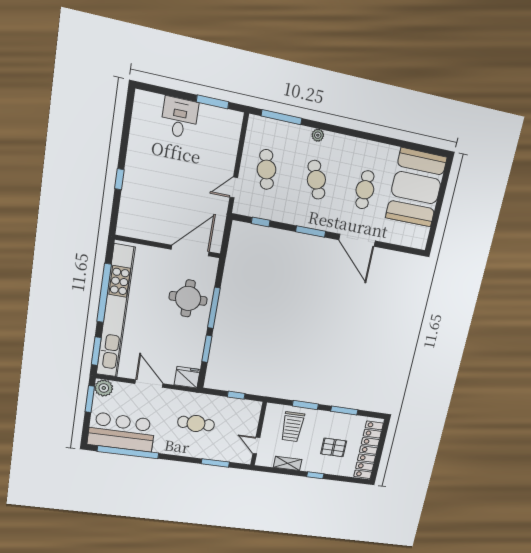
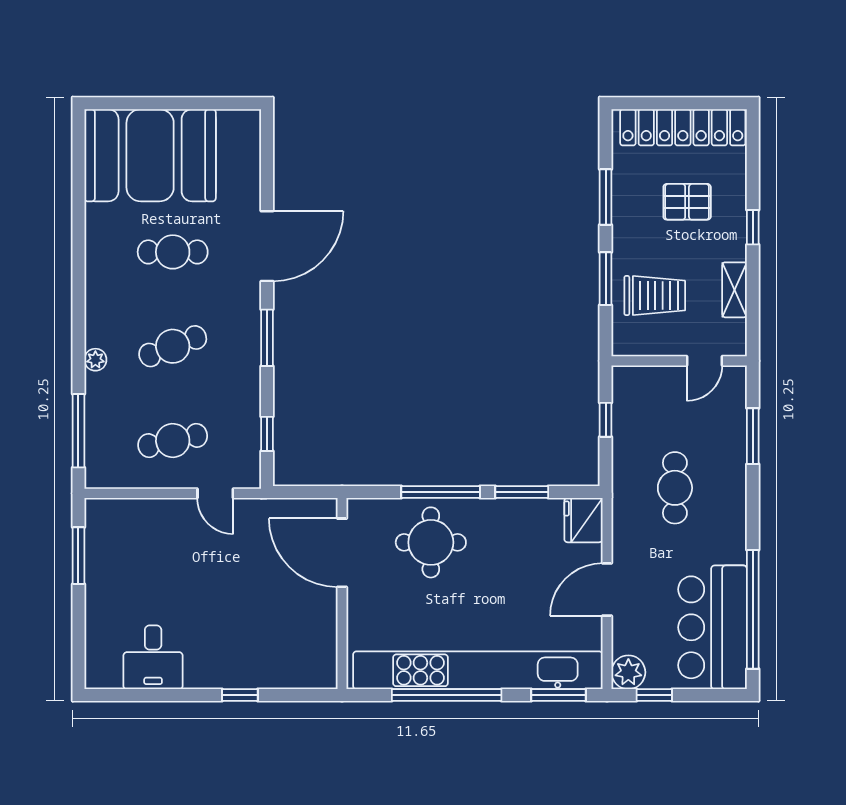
desk: (179, 118) -> (153, 657), moved, turned -90
window: (90, 399) -> (654, 695), width x0.67
pallet: (334, 447) -> (687, 202), turned 90

